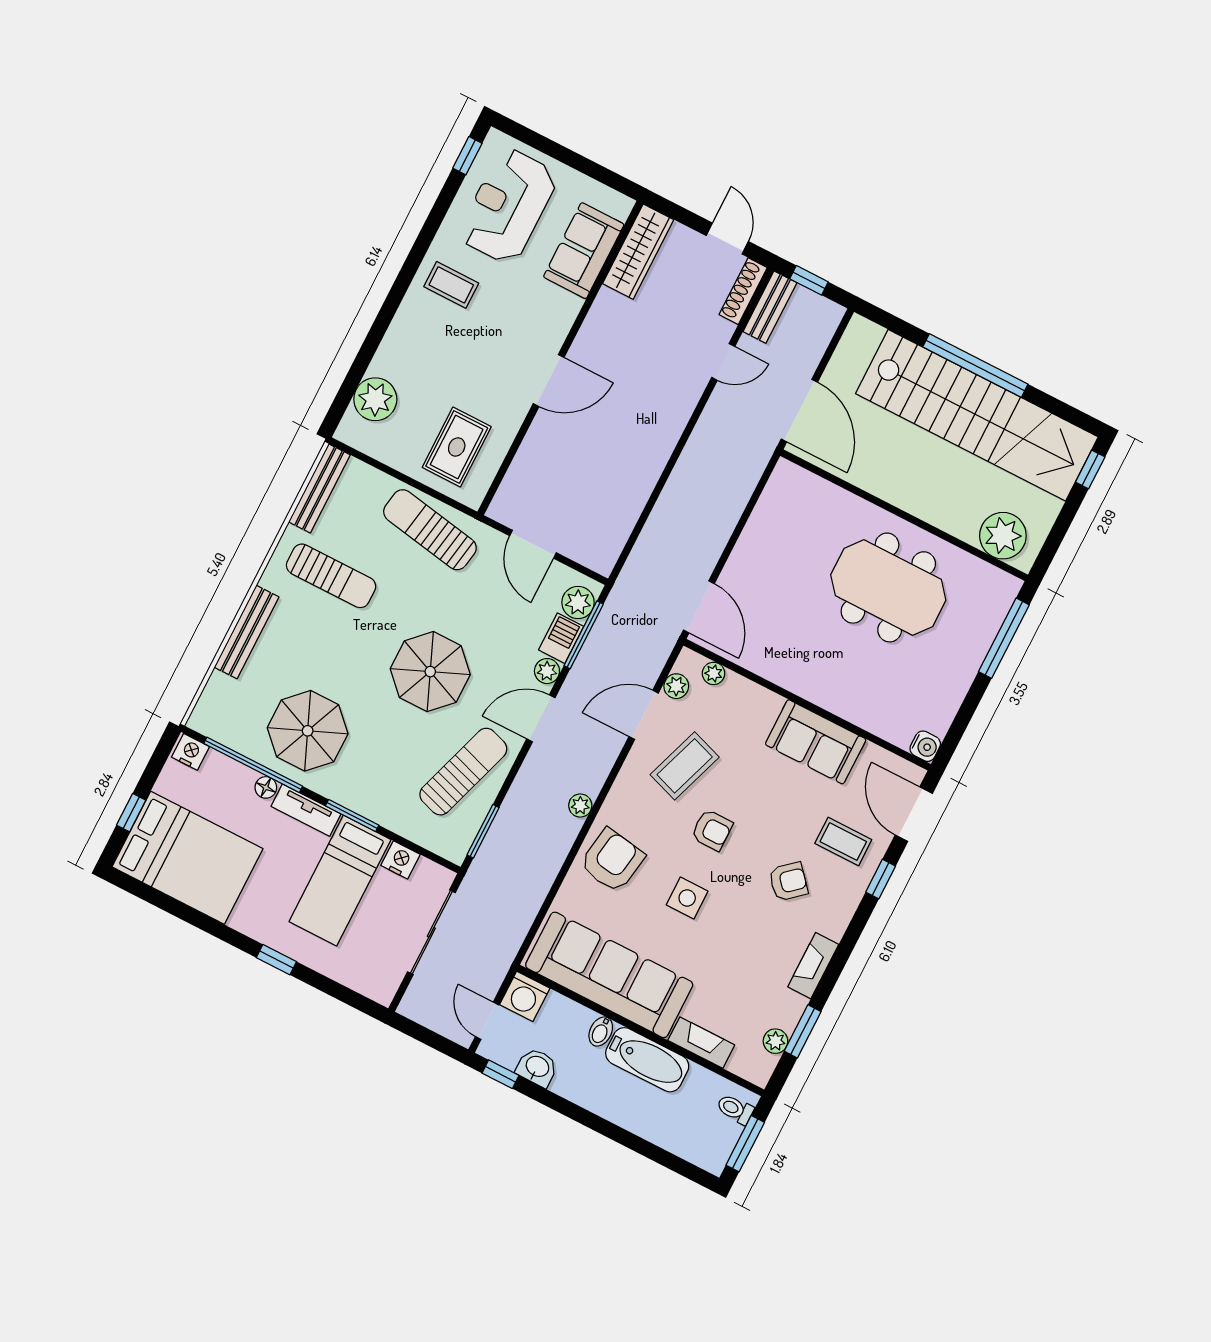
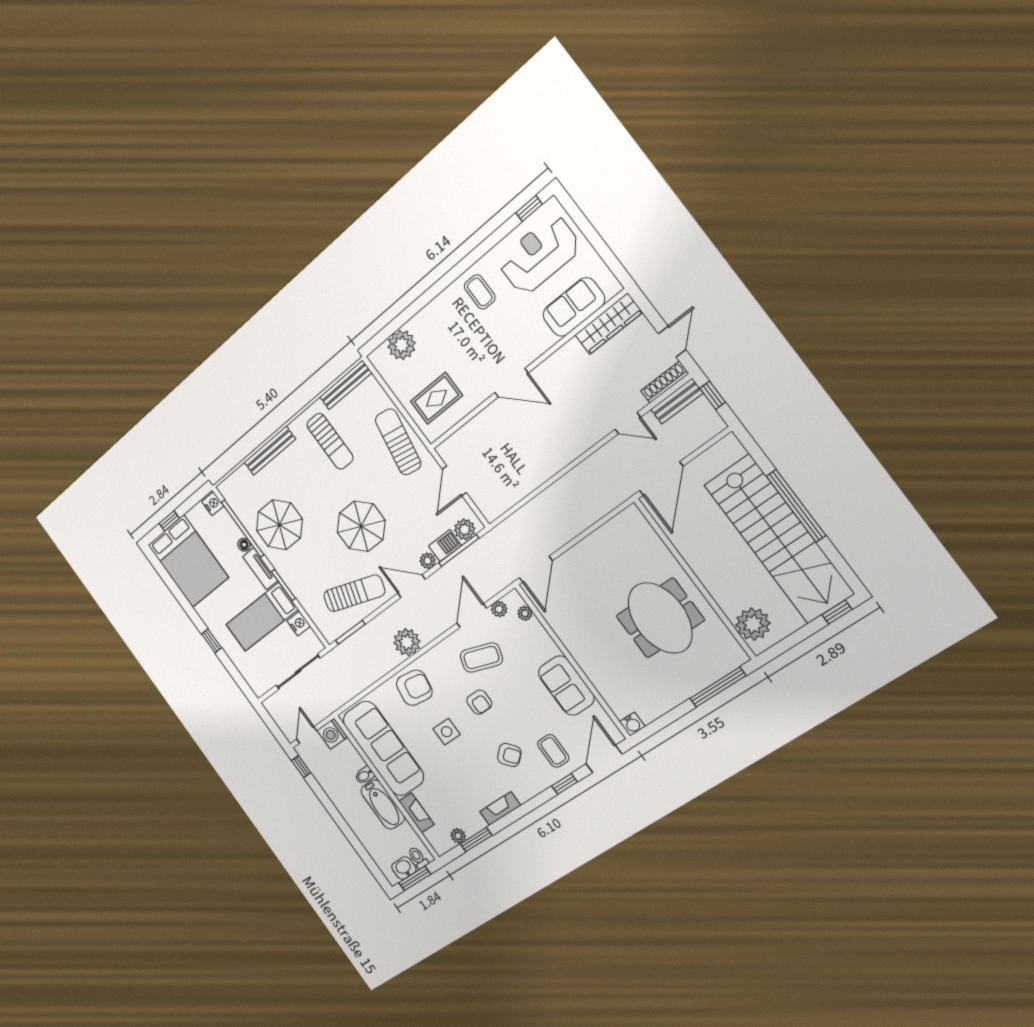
door: (644, 715) -> (472, 616), hinge flipped
plant: (580, 806) -> (407, 642), width x1.87, depth x1.87
washbasin: (537, 1067) -> (404, 868), moved, turned -90

